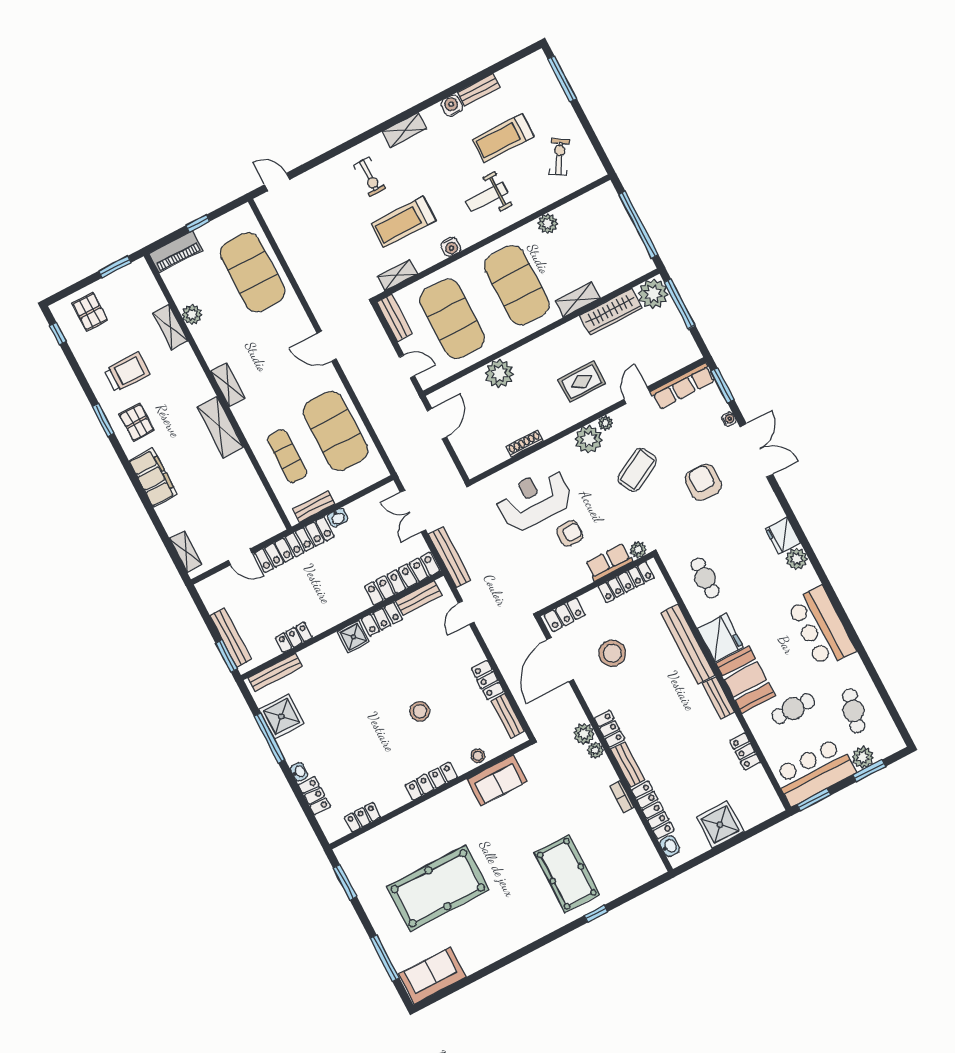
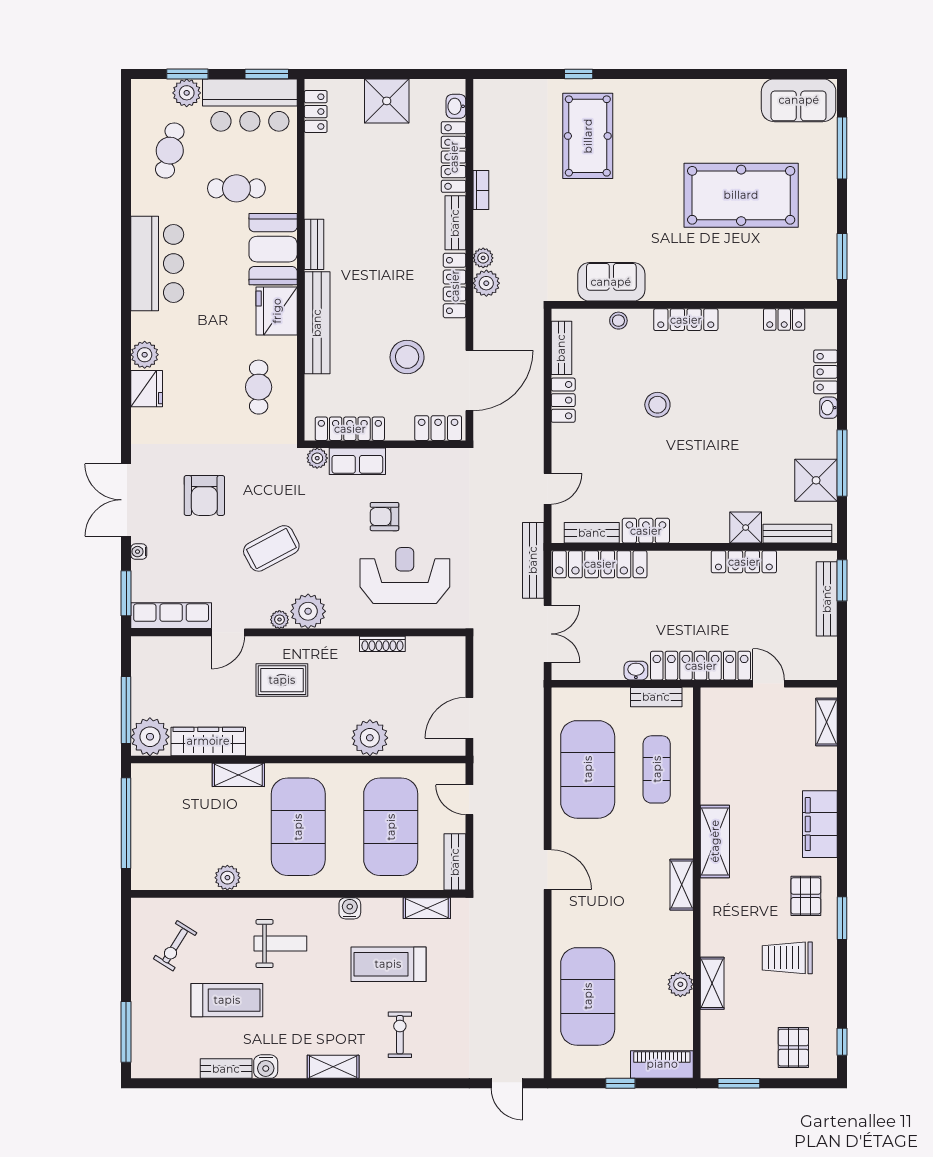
treadmill: (403, 222) -> (388, 964), turned 180
reception desk: (534, 500) -> (405, 576), turned 180
locker: (294, 637) -> (744, 562), width x1.53
shower: (353, 637) -> (746, 528), moved
locker: (609, 729) -> (455, 286), width x1.53
locker: (745, 752) -> (316, 112), moved

